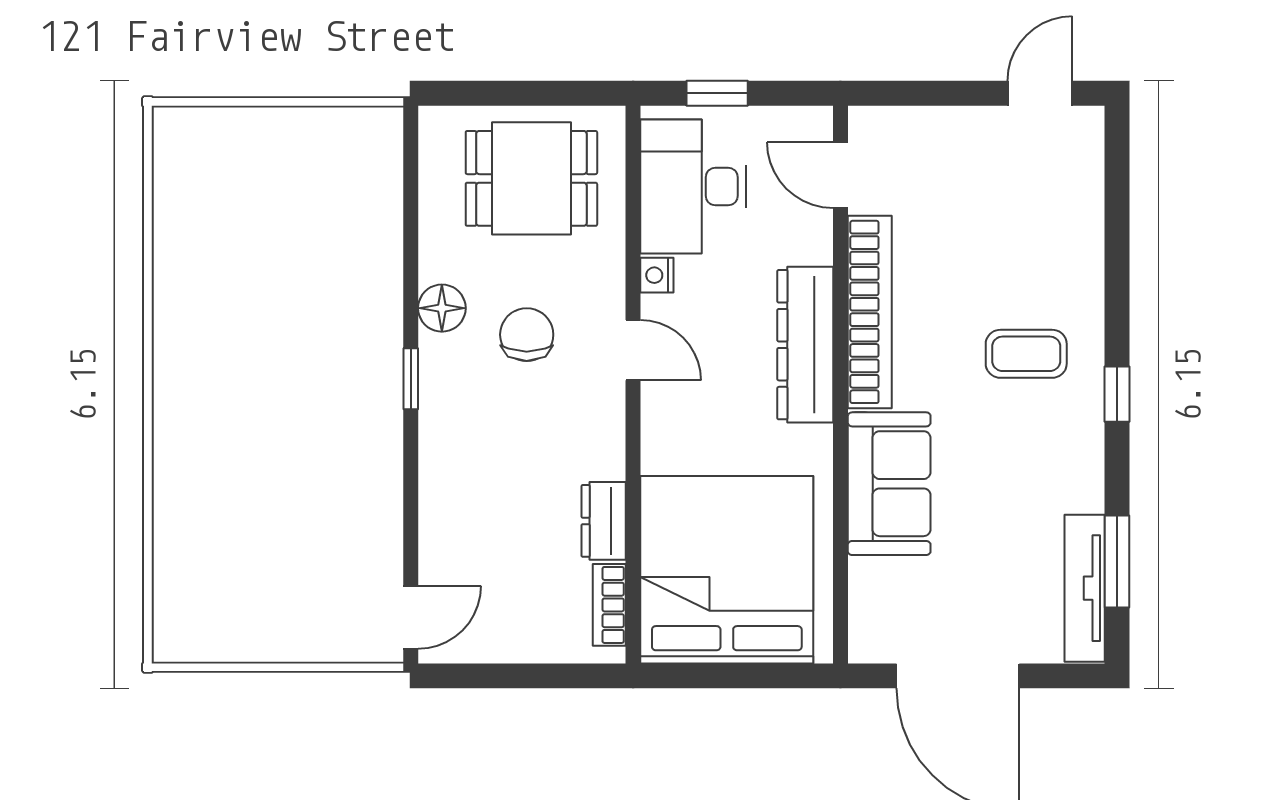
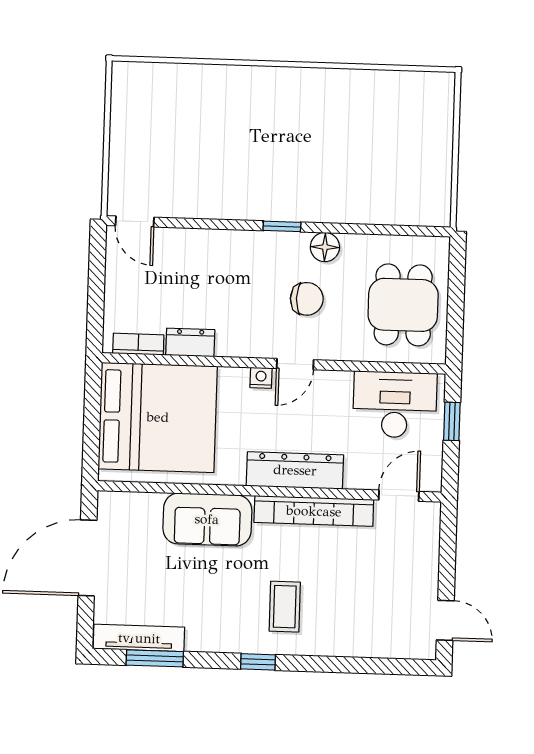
nightstand: (657, 275) -> (261, 378), moved

